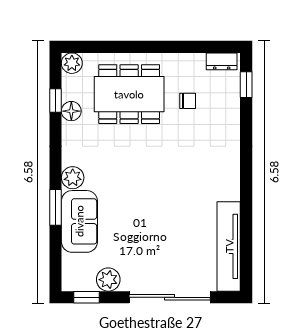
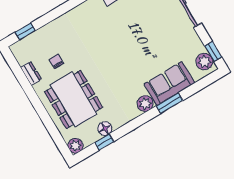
dresser: (222, 61) -> (31, 73), moved
plant: (108, 280) -> (204, 61), moved

